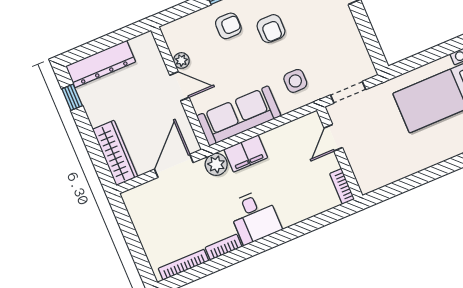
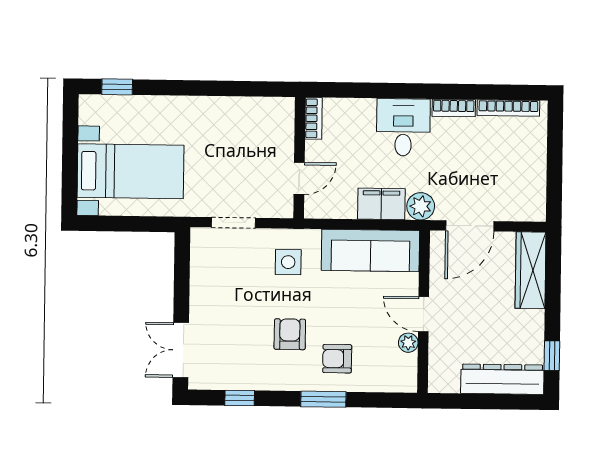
door: (333, 138) -> (299, 178), moved
wall: (340, 153) -> (299, 158), moved
bookcase: (342, 186) -> (313, 118), moved

